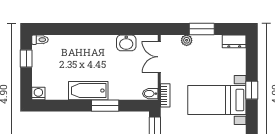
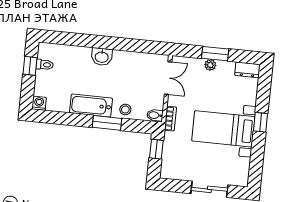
toilet: (40, 40) -> (45, 65), moved
plant: (187, 40) -> (210, 65), moved
washbasin: (126, 43) -> (102, 57), moved
double door: (159, 57) -> (168, 78), swing flipped
stool: (121, 91) -> (125, 110), added

